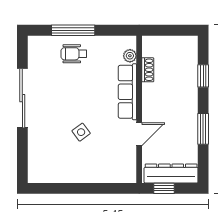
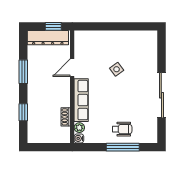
water cooler: (130, 42) -> (79, 138), added

